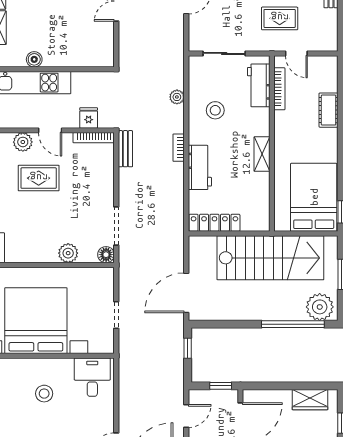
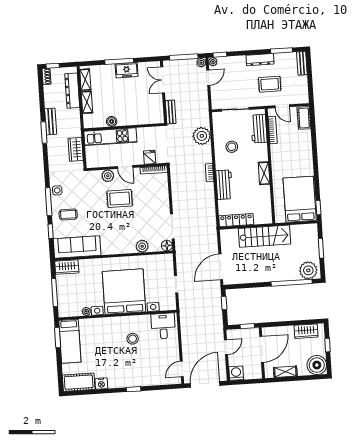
plant: (177, 97) -> (202, 136), width x1.88, depth x1.88
cot: (329, 110) -> (304, 118), moved
bench: (125, 149) -> (171, 112), moved
stairs: (270, 258) -> (264, 236), width x0.73, depth x0.66

